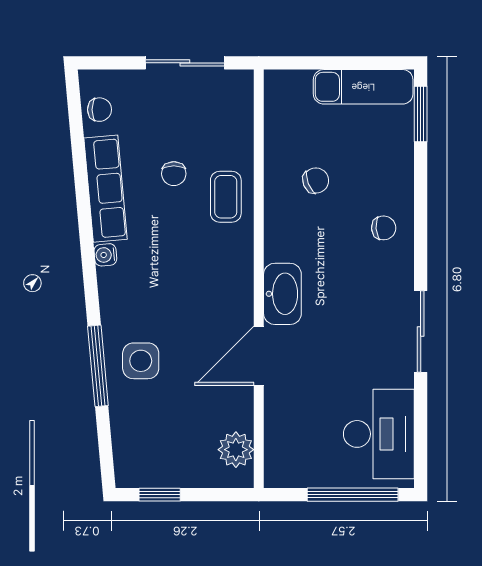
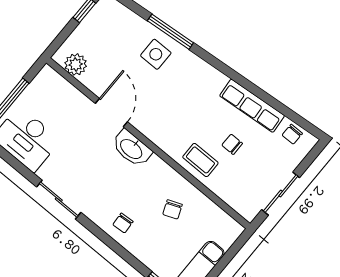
water cooler: (105, 255) -> (220, 79), removed

